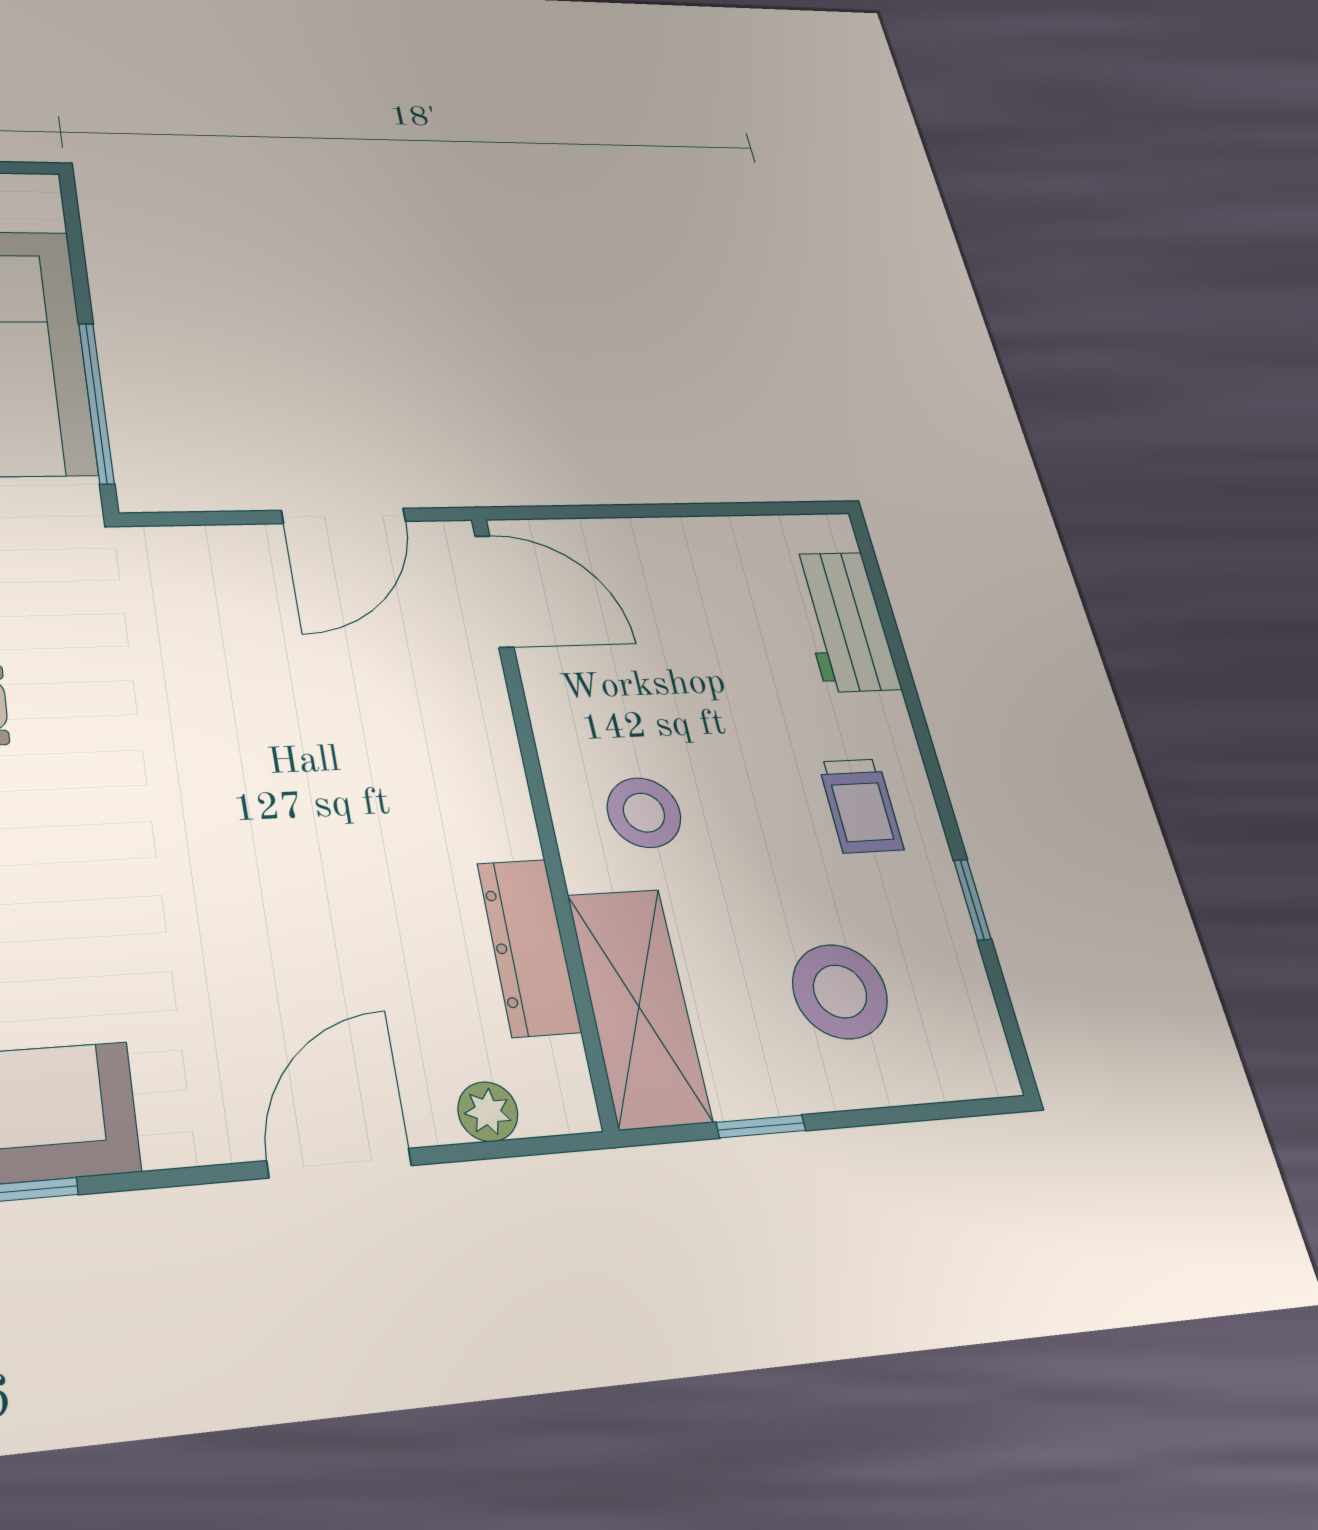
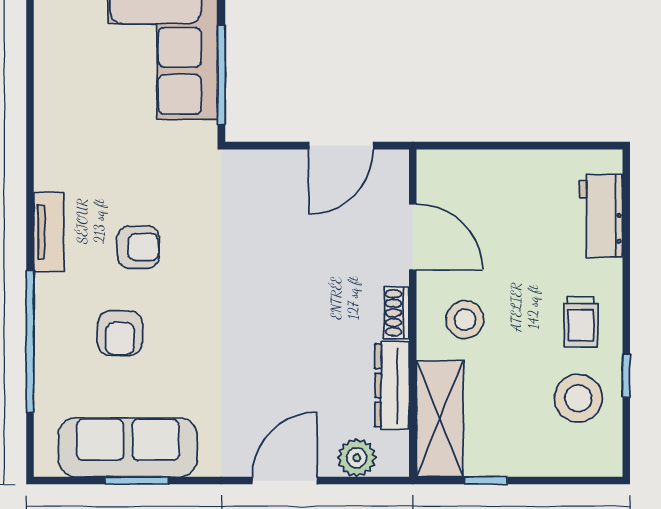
door: (494, 591) -> (413, 237), moved
shoe rack: (509, 807) -> (397, 313), added
stool: (840, 992) -> (578, 398), moved
plant: (488, 1112) -> (357, 458), width x1.38, depth x1.38

